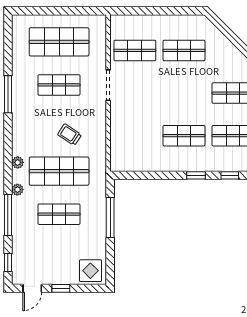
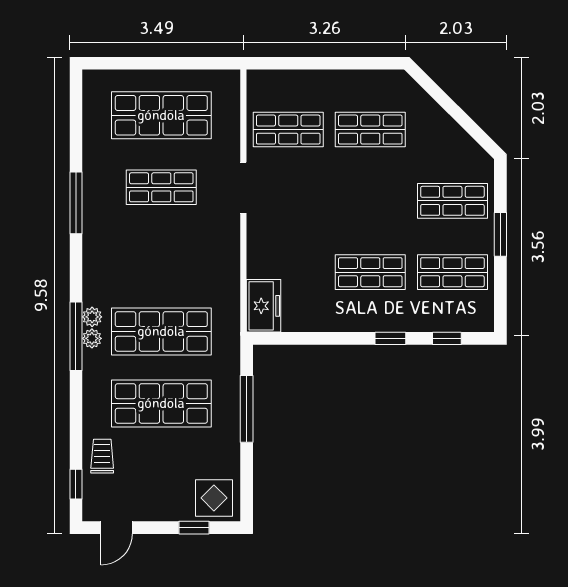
trolley: (70, 135) -> (102, 456), moved, turned 57
freezer: (120, 156) -> (264, 306), added
plant: (17, 190) -> (92, 338), moved
shop shelf: (59, 214) -> (161, 403), width x1.43, depth x1.36
window: (8, 215) -> (76, 336), moved
window: (61, 288) -> (194, 528), moved

